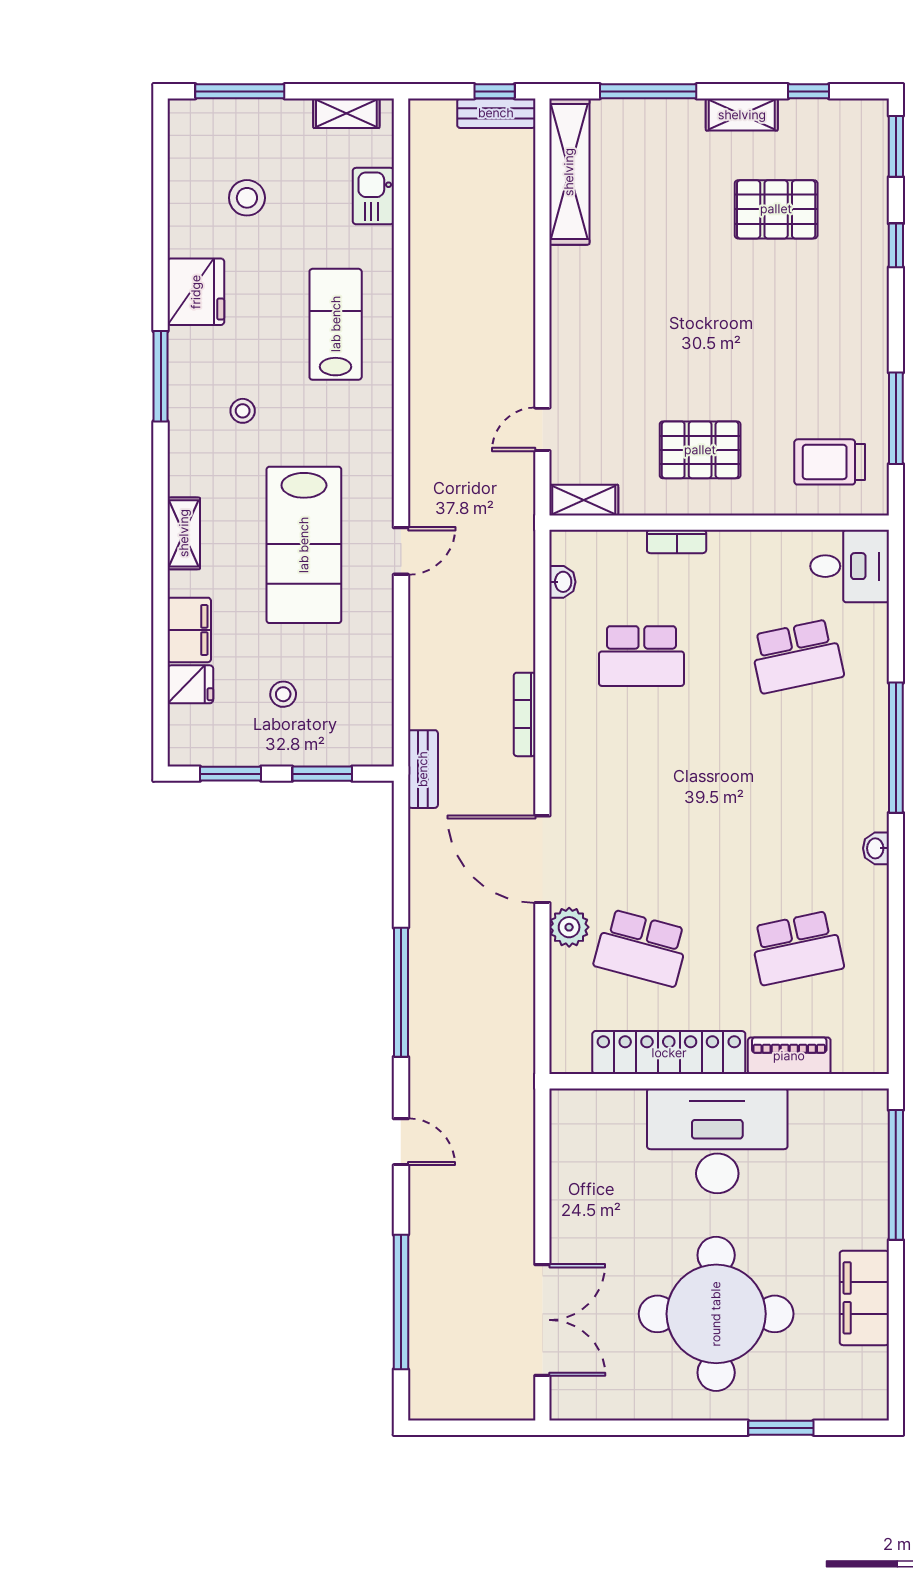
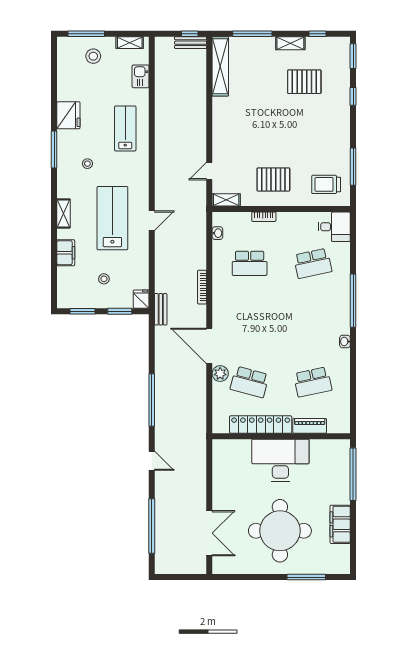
stool: (247, 198) -> (93, 56), moved
lab bench: (304, 545) -> (112, 218), turned 180
fridge: (190, 684) -> (141, 299), moved, turned -90
window: (781, 1428) -> (306, 577), width x1.44

